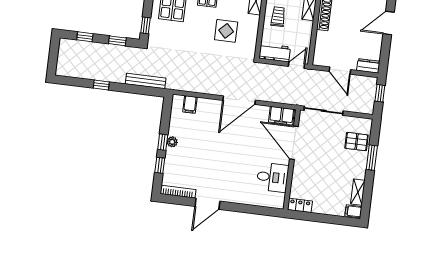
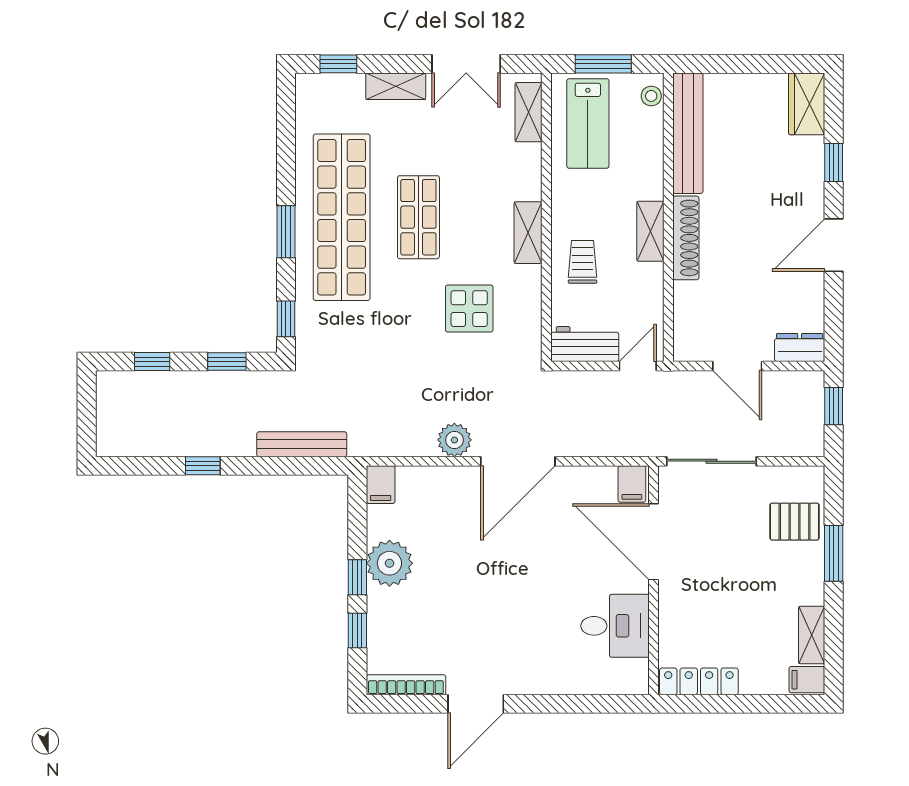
plant: (213, 87) -> (454, 440), added
filing cabinet: (190, 104) -> (381, 485), moved
filing cabinet: (282, 116) -> (632, 484), width x0.50
plant: (172, 142) -> (389, 563), width x1.88, depth x1.88
locker: (300, 205) -> (699, 681), width x1.53

